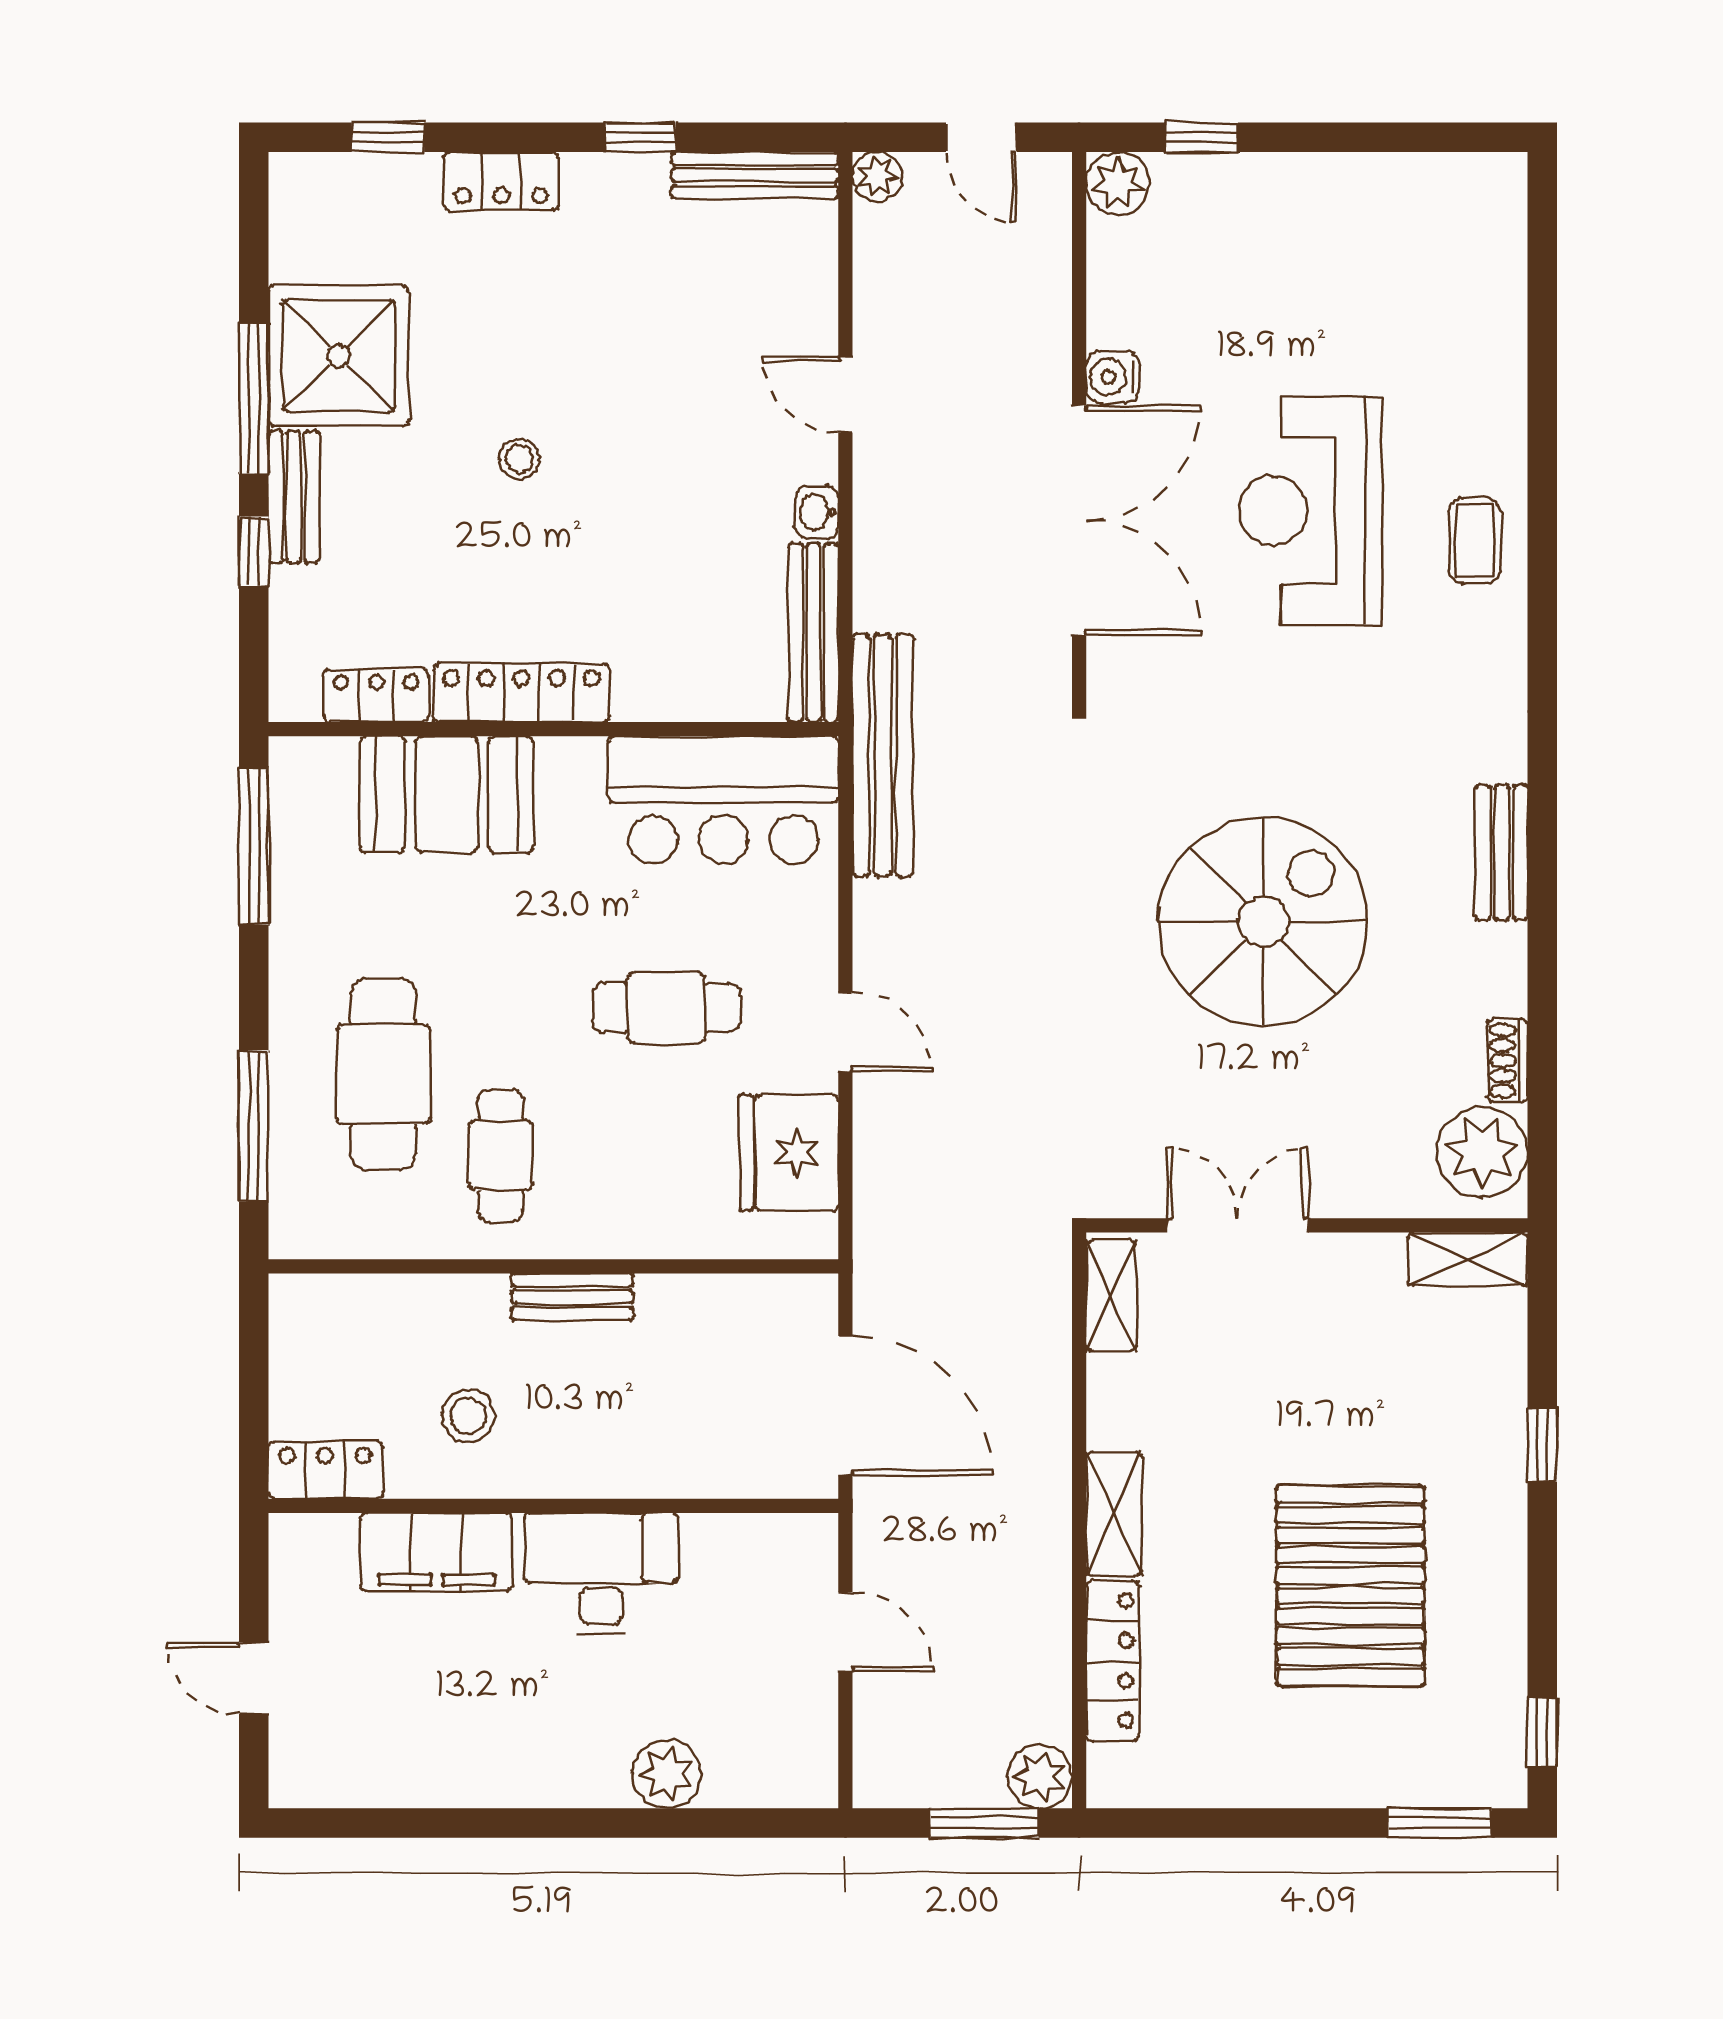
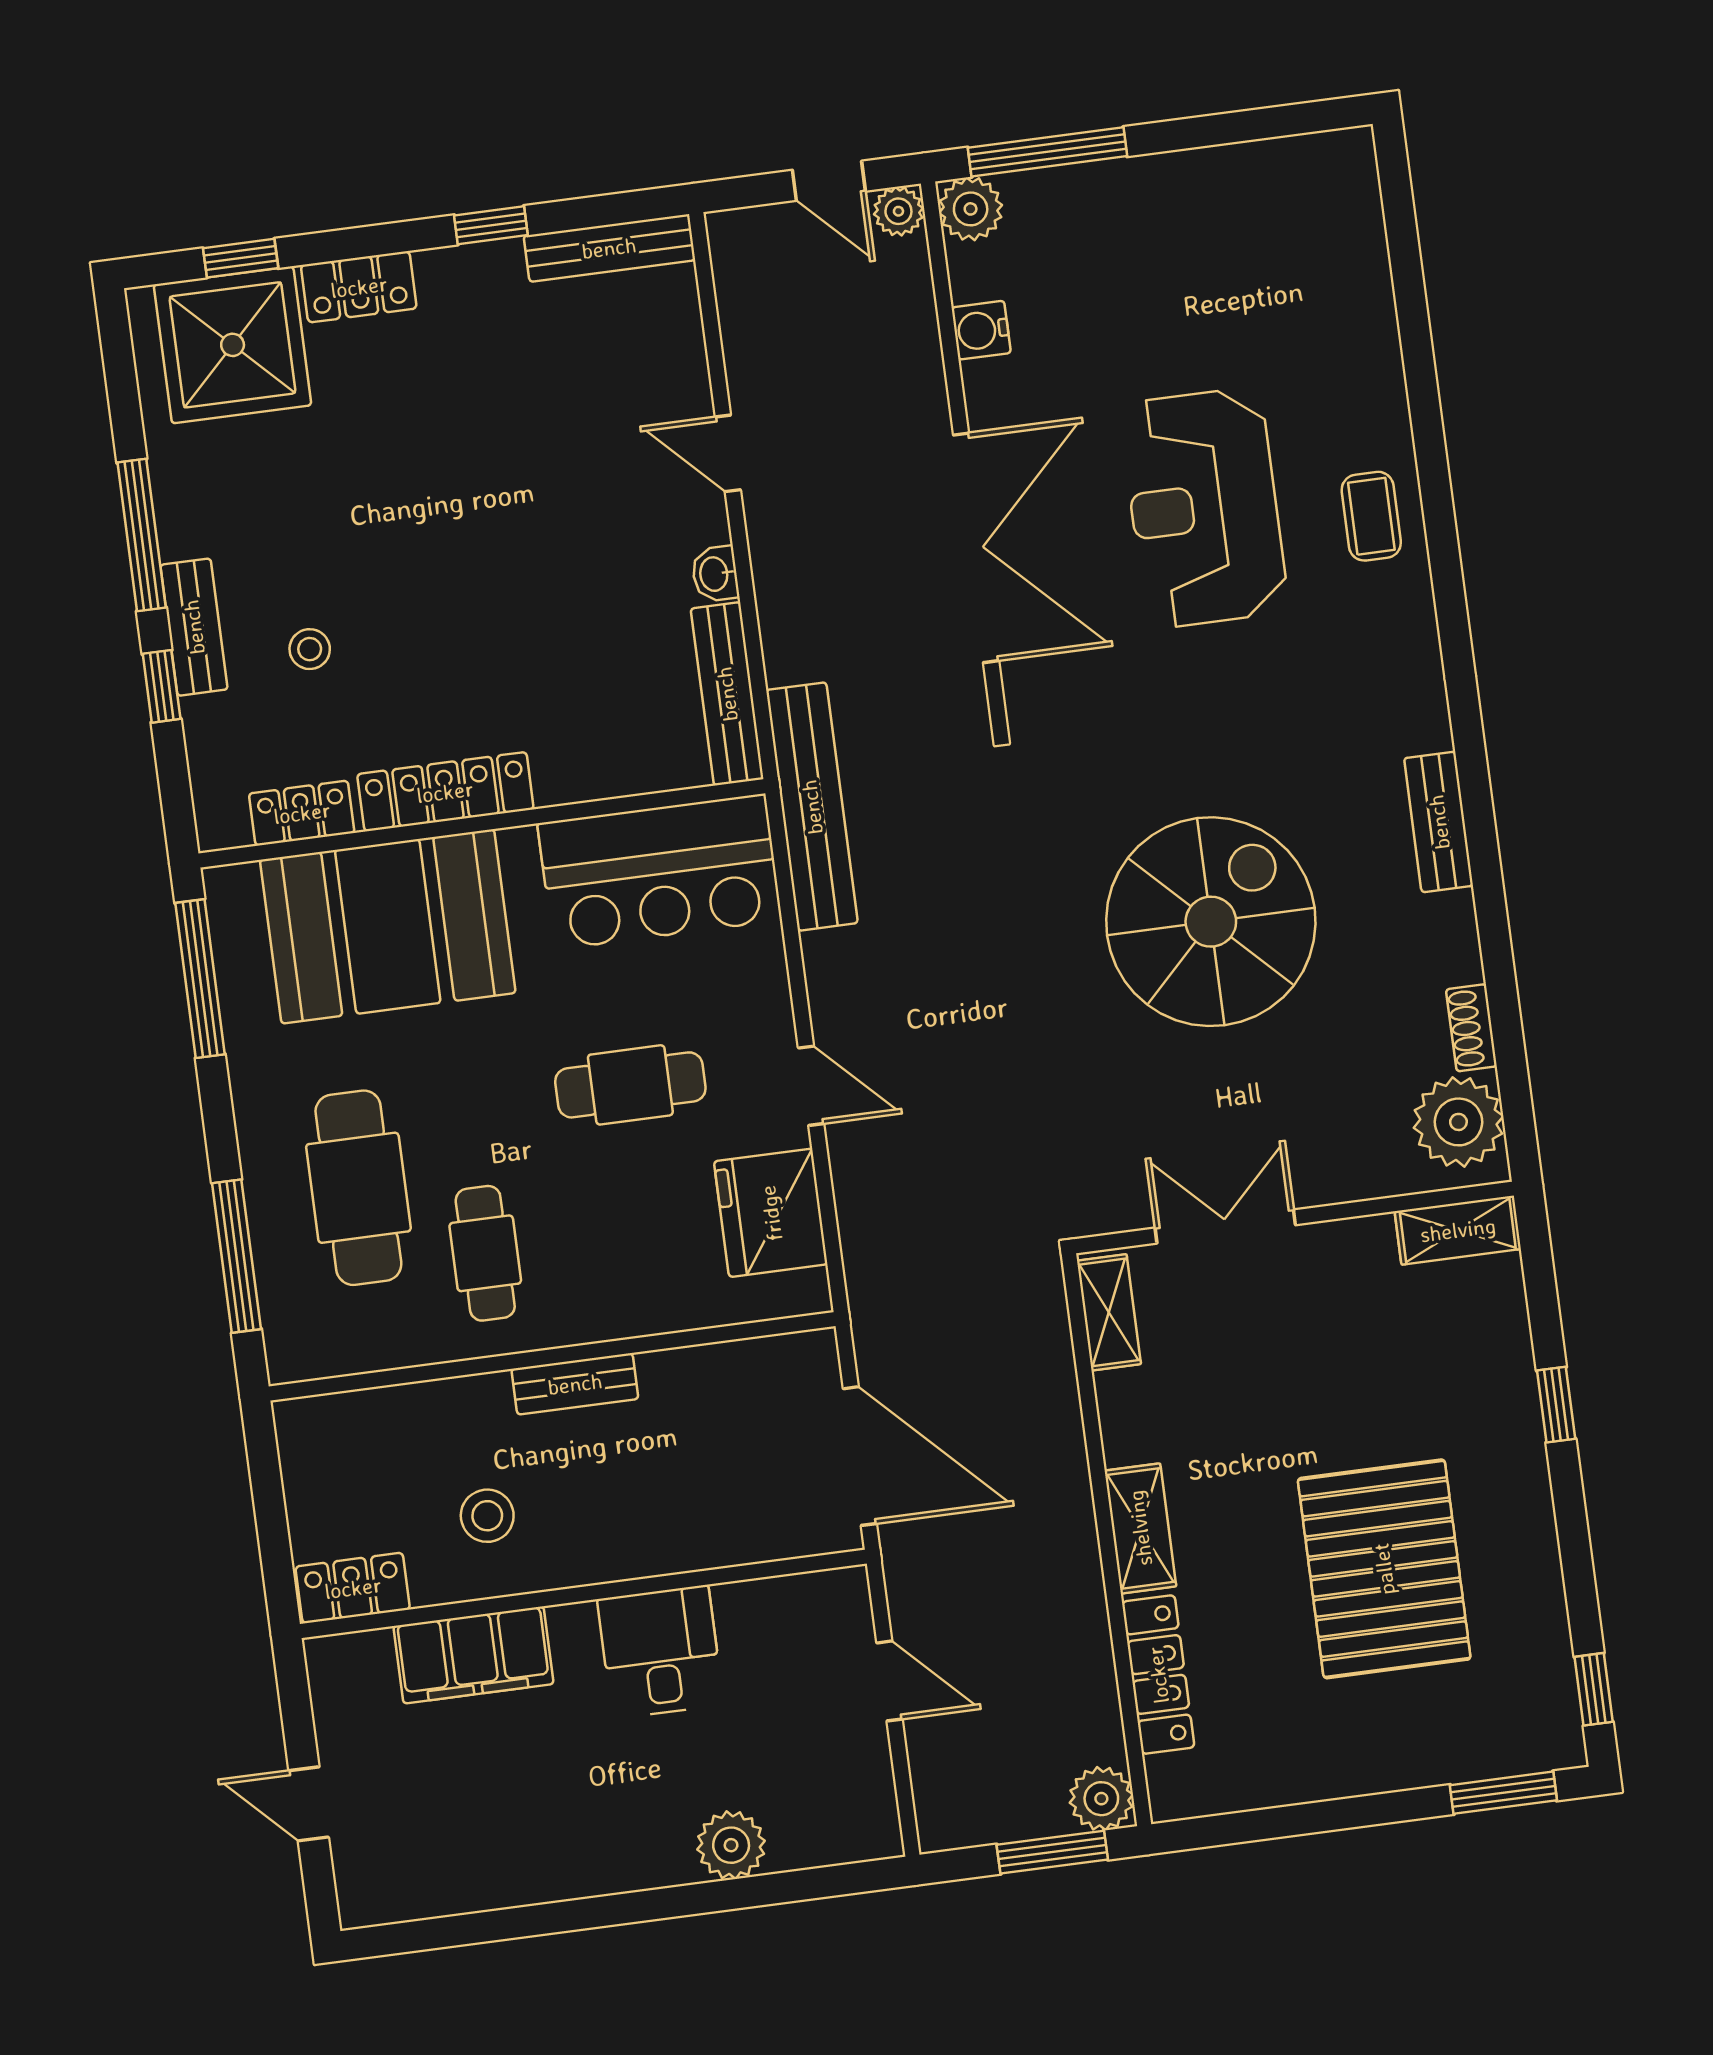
window: (1202, 137) -> (1047, 152), width x2.17
plant: (877, 177) -> (898, 211), moved
shower: (339, 356) -> (233, 345), moved
water cooler: (1113, 377) -> (981, 330), moved
stool: (519, 459) -> (310, 649), moved
booth: (447, 794) -> (388, 926), width x1.36, depth x1.42
desk: (601, 1573) -> (660, 1652), width x0.73

